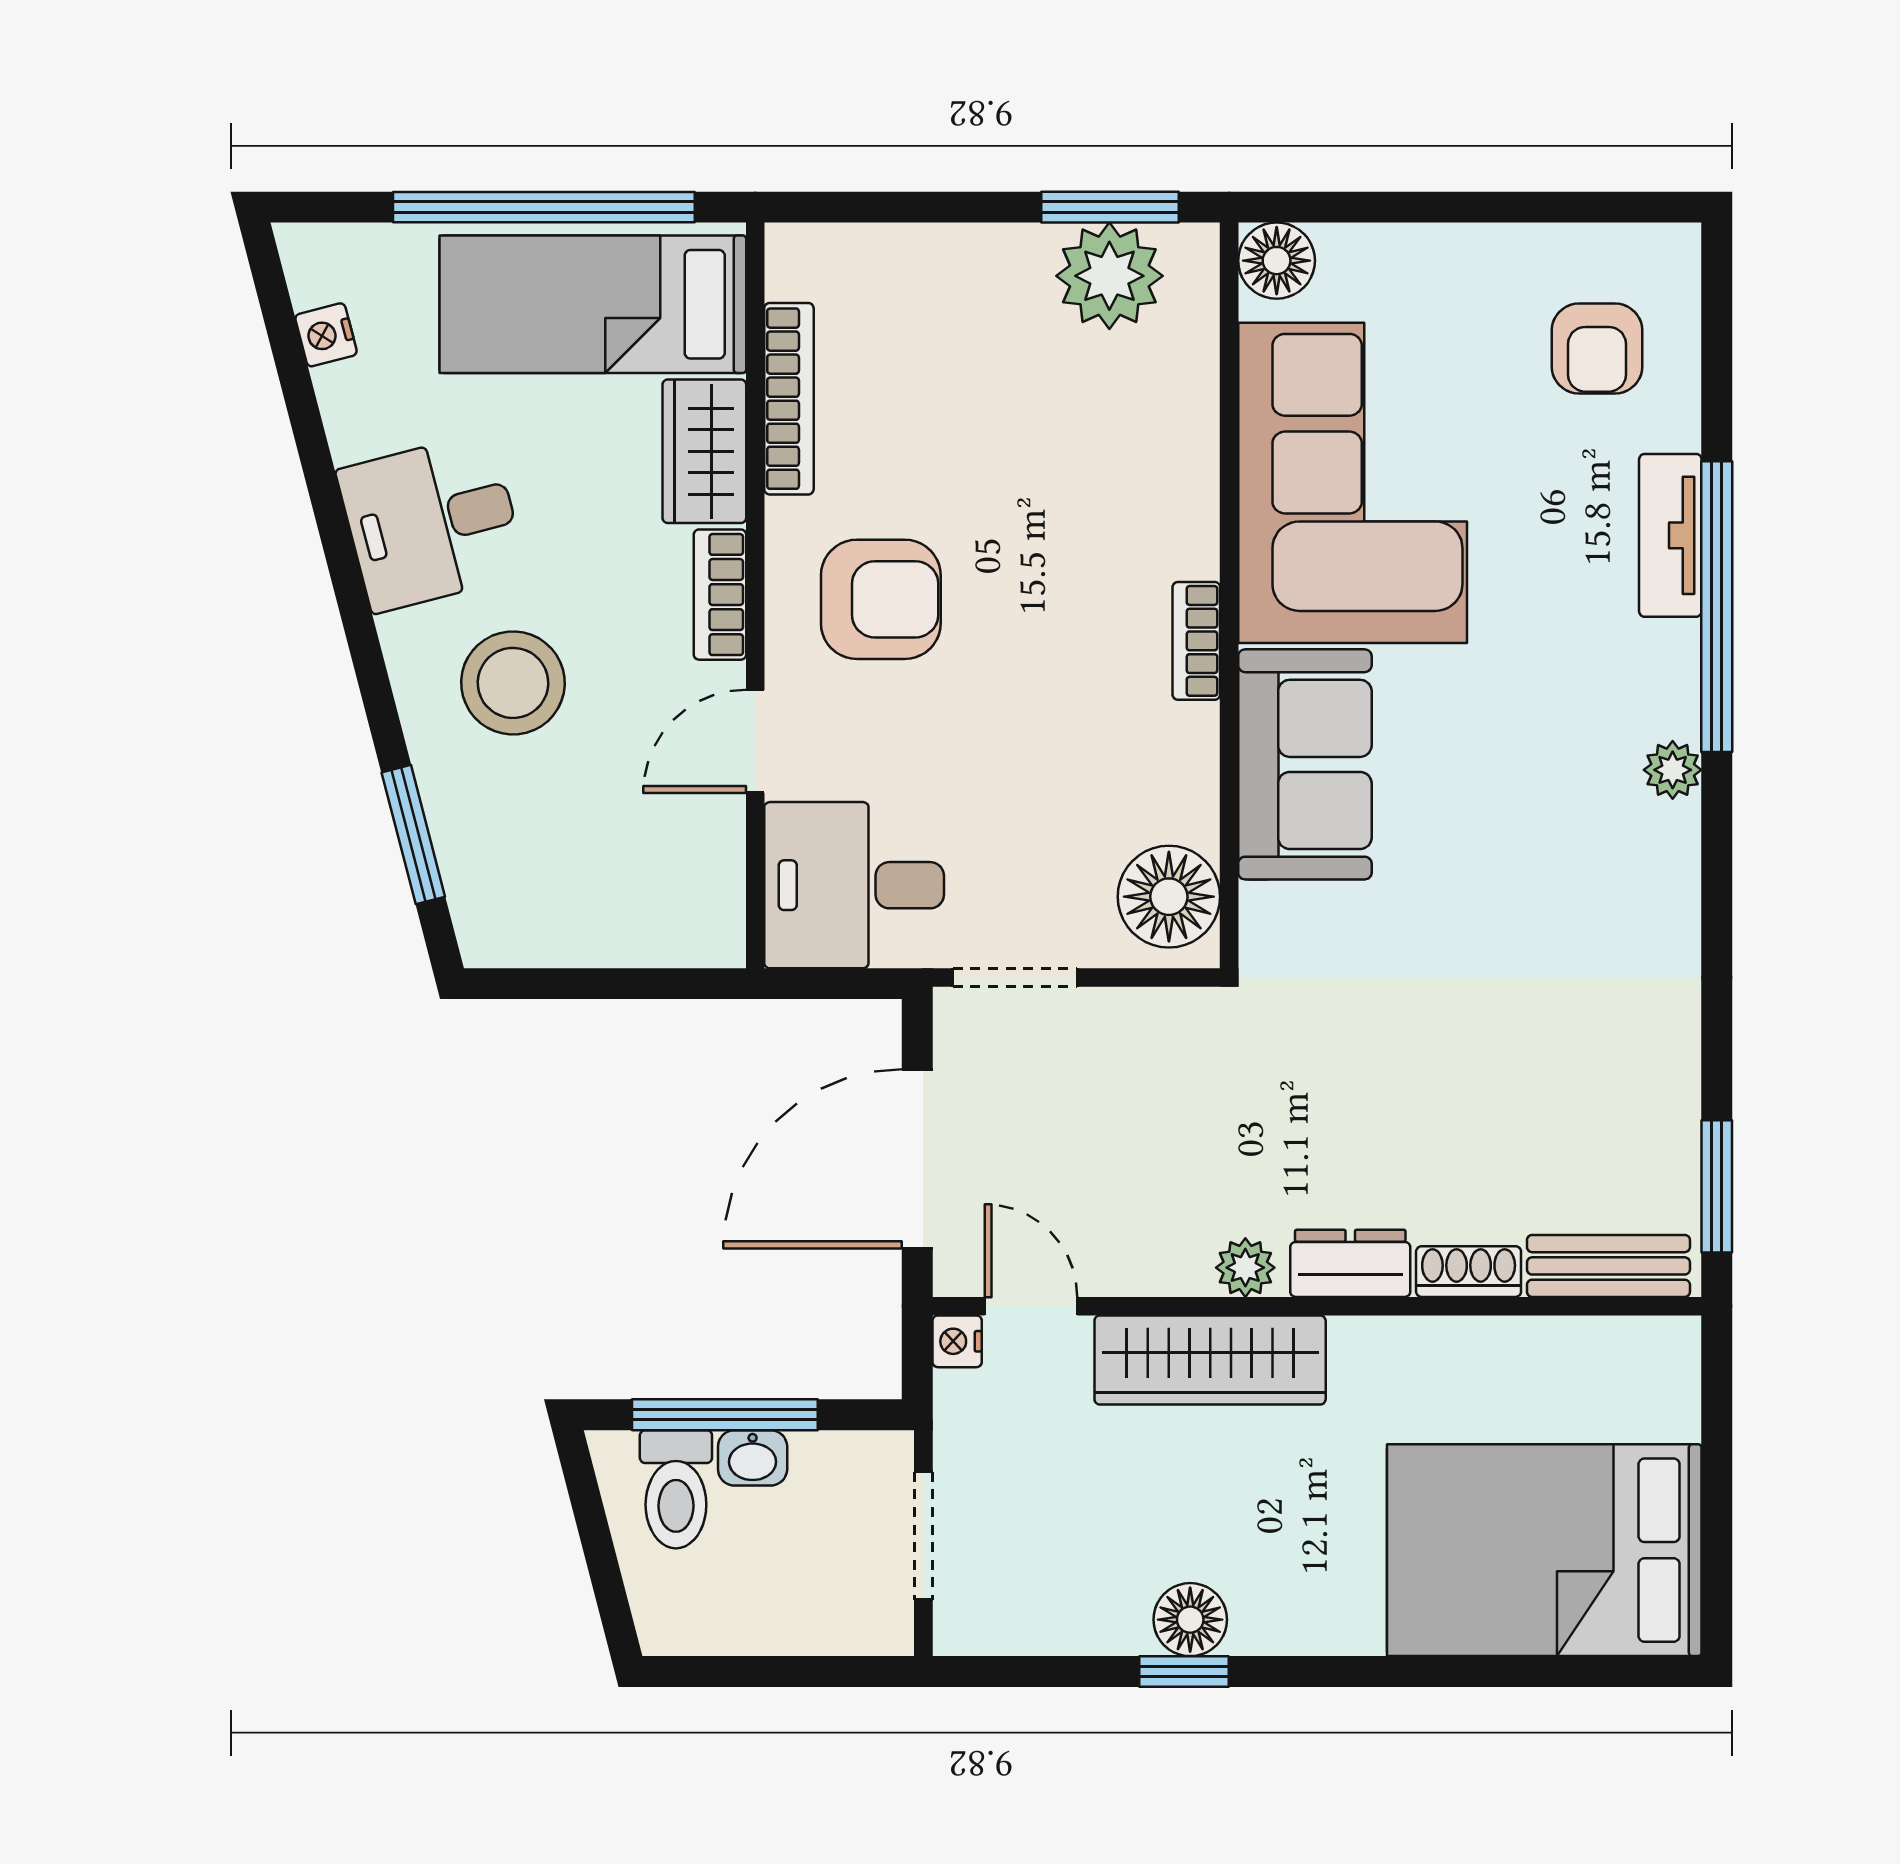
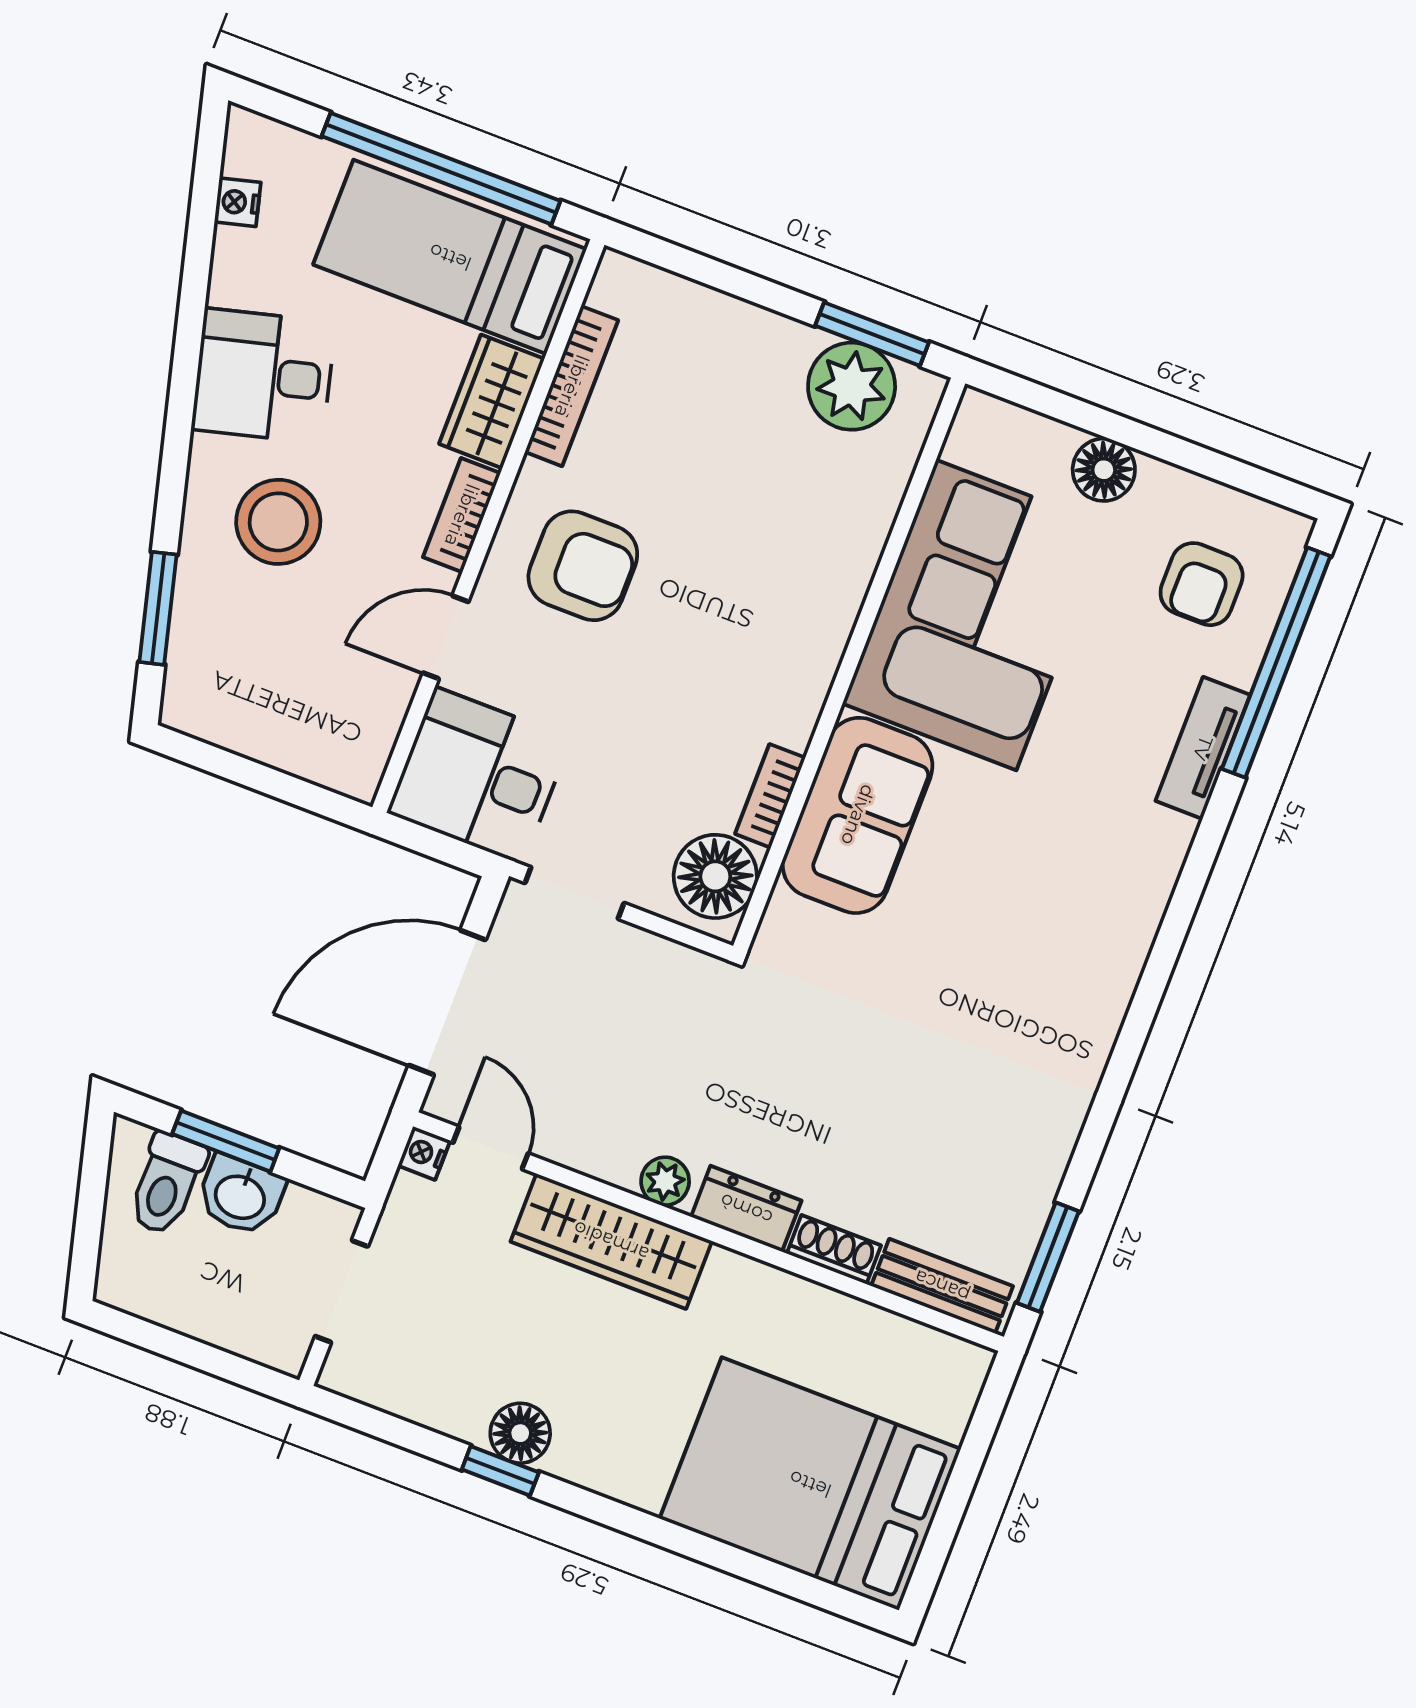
floor lamp: (1277, 261) -> (1104, 470), moved
window: (1717, 607) -> (1276, 663), moved
bookcase: (1196, 641) -> (770, 796), moved
plant: (1673, 770) -> (1136, 927), removed
window: (725, 1415) -> (226, 1141), width x0.69
washbasin: (753, 1458) -> (241, 1195), width x1.38, depth x1.45

